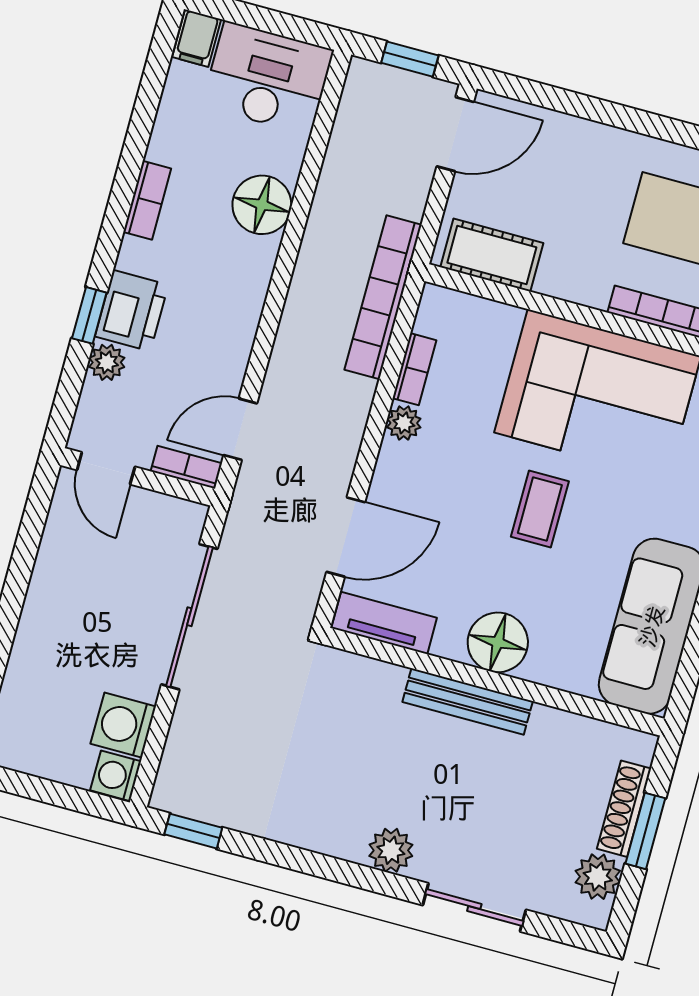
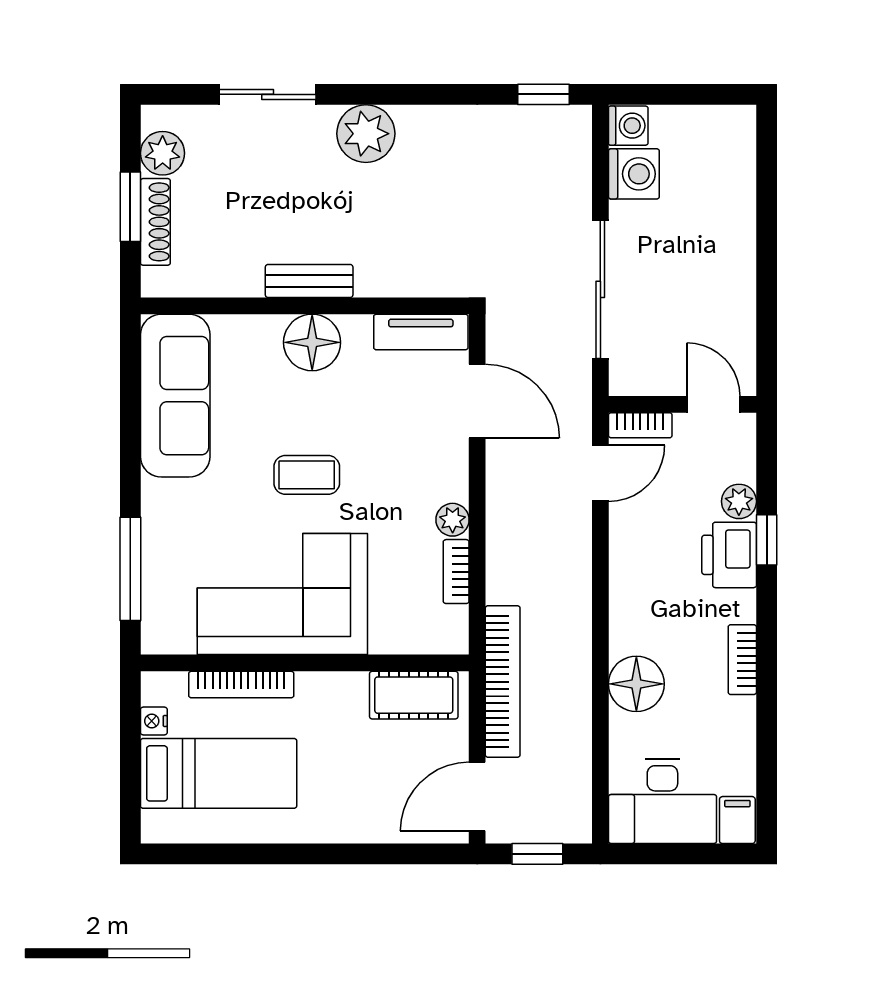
bookcase: (383, 297) -> (503, 682), moved
coffee table: (540, 509) -> (307, 475), turned 90
door: (346, 537) -> (477, 401), swing flipped
bench: (468, 702) -> (309, 281), width x0.73
plant: (391, 850) -> (366, 134), width x1.36, depth x1.36

